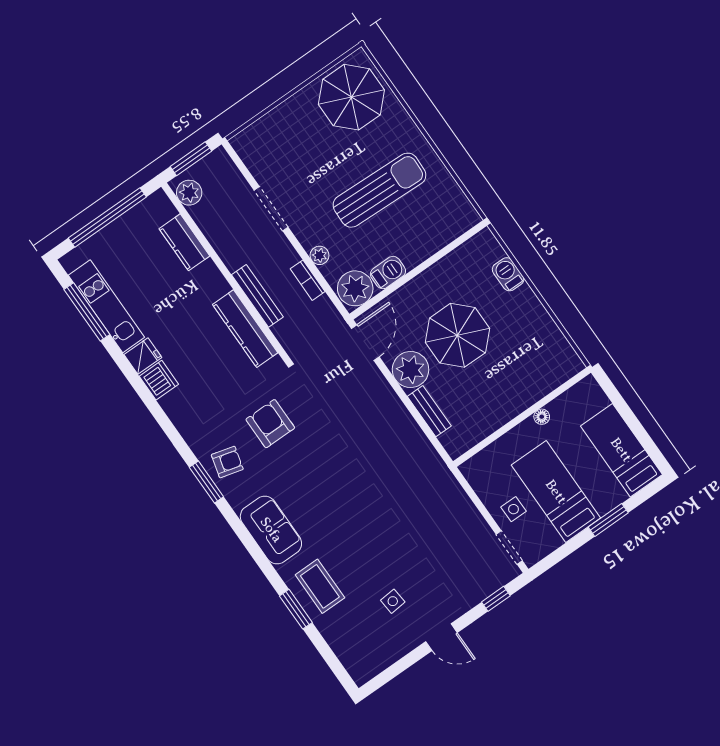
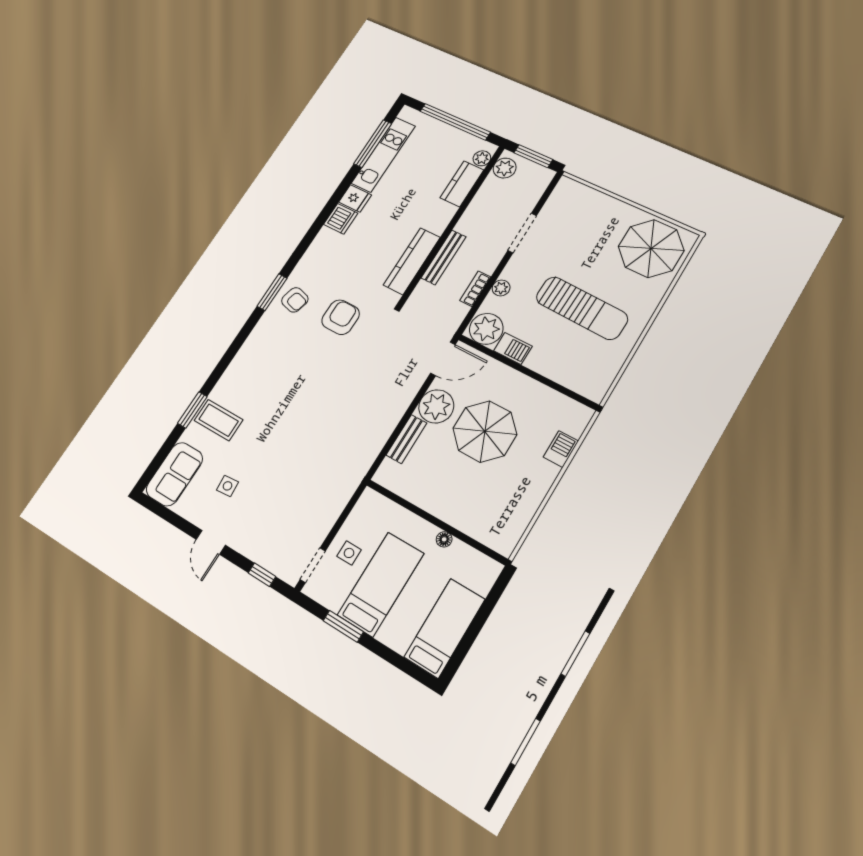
plant: (166, 210) -> (482, 158), added
window: (608, 520) -> (343, 626), moved
sofa: (271, 530) -> (174, 474), moved
coffee table: (320, 586) -> (219, 420), turned 90

